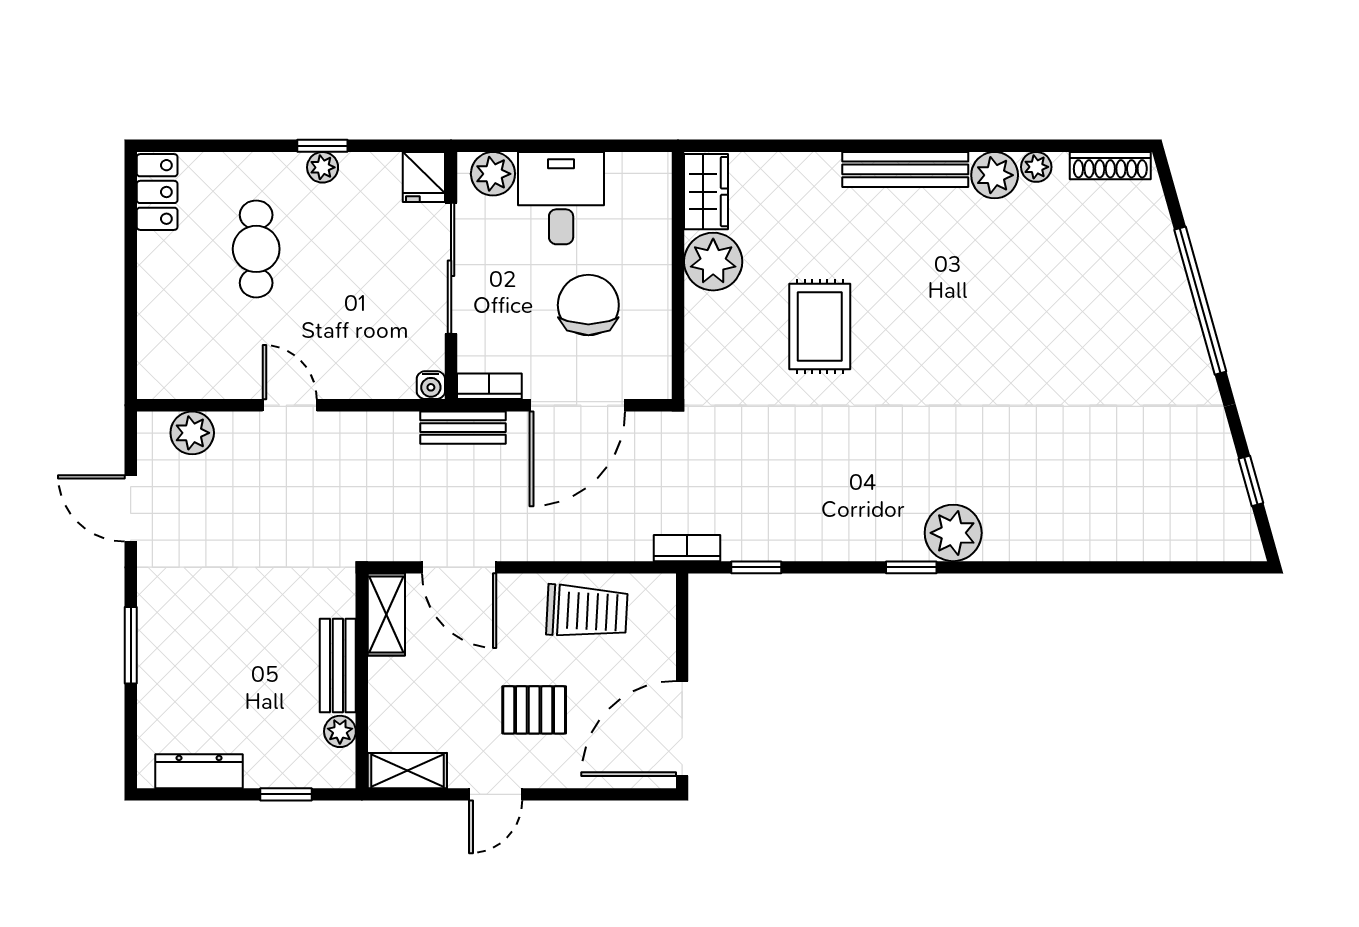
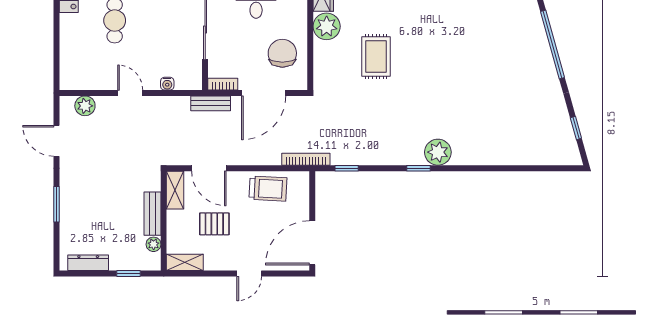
chair: (588, 305) -> (282, 53), moved
water cooler: (431, 385) -> (167, 84), moved
bookcase: (687, 548) -> (306, 159), width x1.56
pallet: (534, 710) -> (214, 224), moved
door: (496, 794) -> (249, 273), moved

